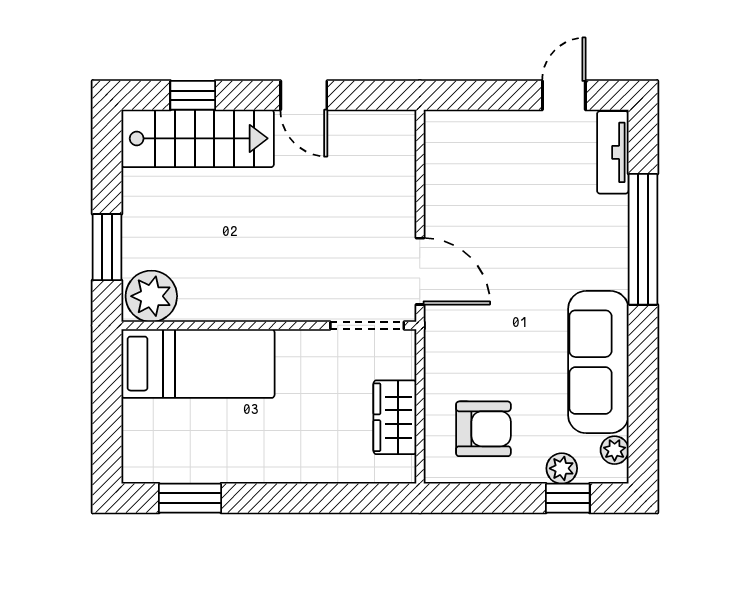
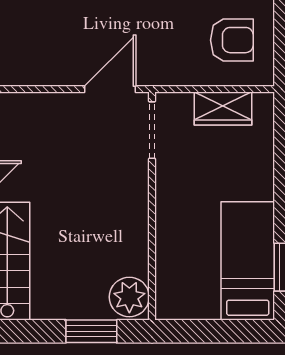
bed: (198, 364) -> (248, 261), moved
armchair: (483, 429) -> (232, 40), turned 90

